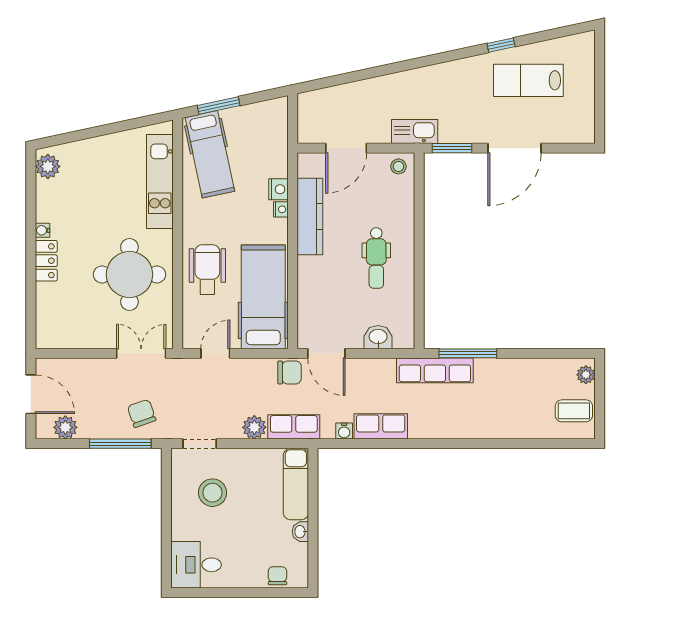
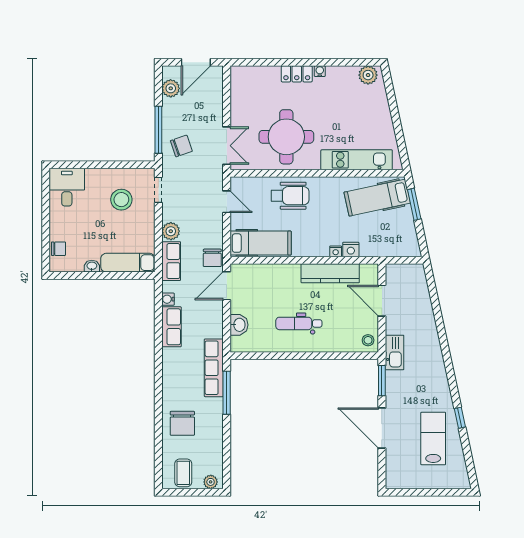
hospital bed: (263, 297) -> (261, 243), width x0.73, depth x0.78
chair: (508, 412) -> (182, 423), added

